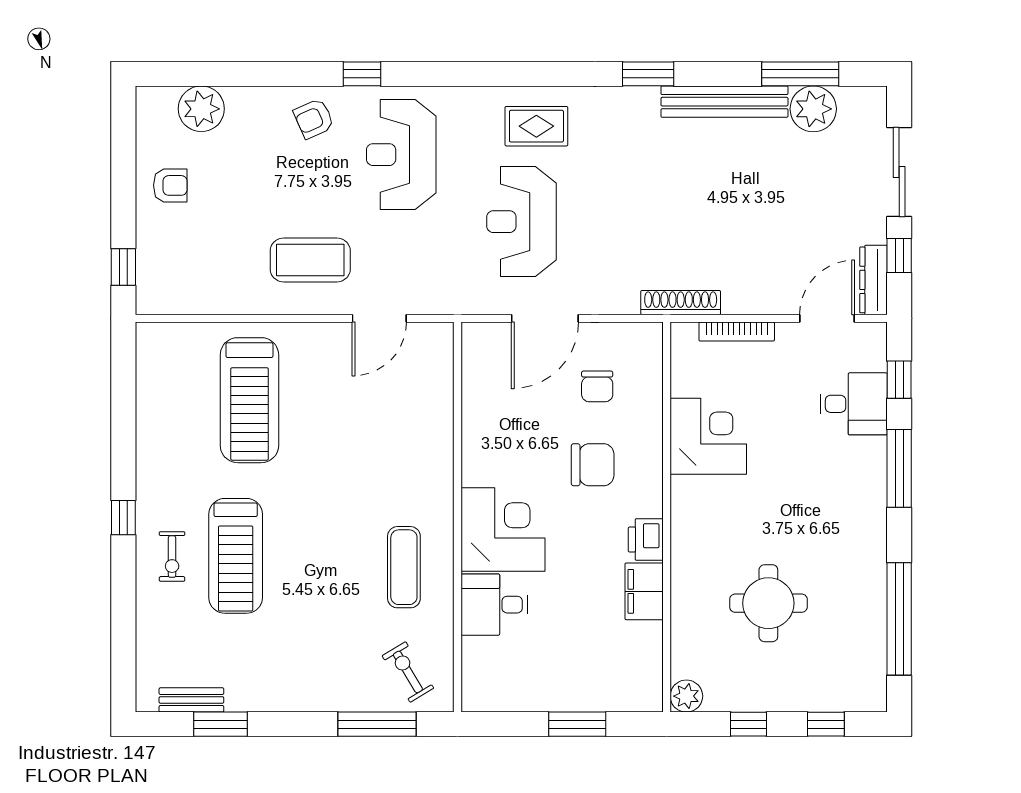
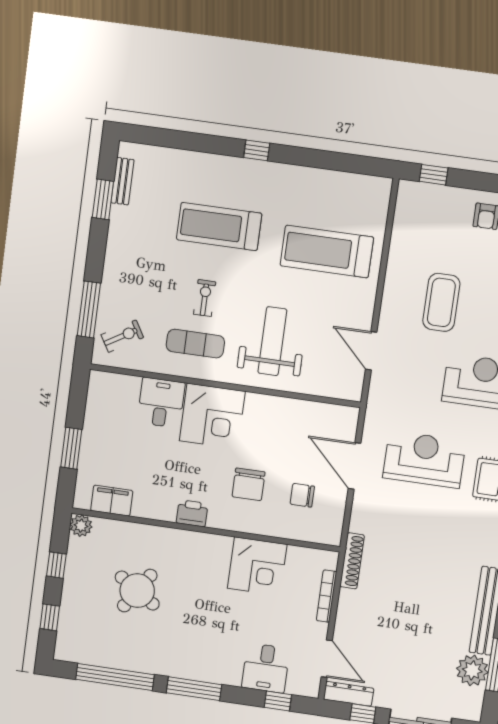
coffee table: (310, 260) -> (441, 302), moved
weight bench: (385, 459) -> (272, 341), added
window: (899, 468) -> (194, 689), moved
exercise bike: (172, 557) -> (205, 298), moved, turned 90
filing cabinet: (644, 591) -> (112, 501), moved
round table: (768, 603) -> (137, 591), turned 33

